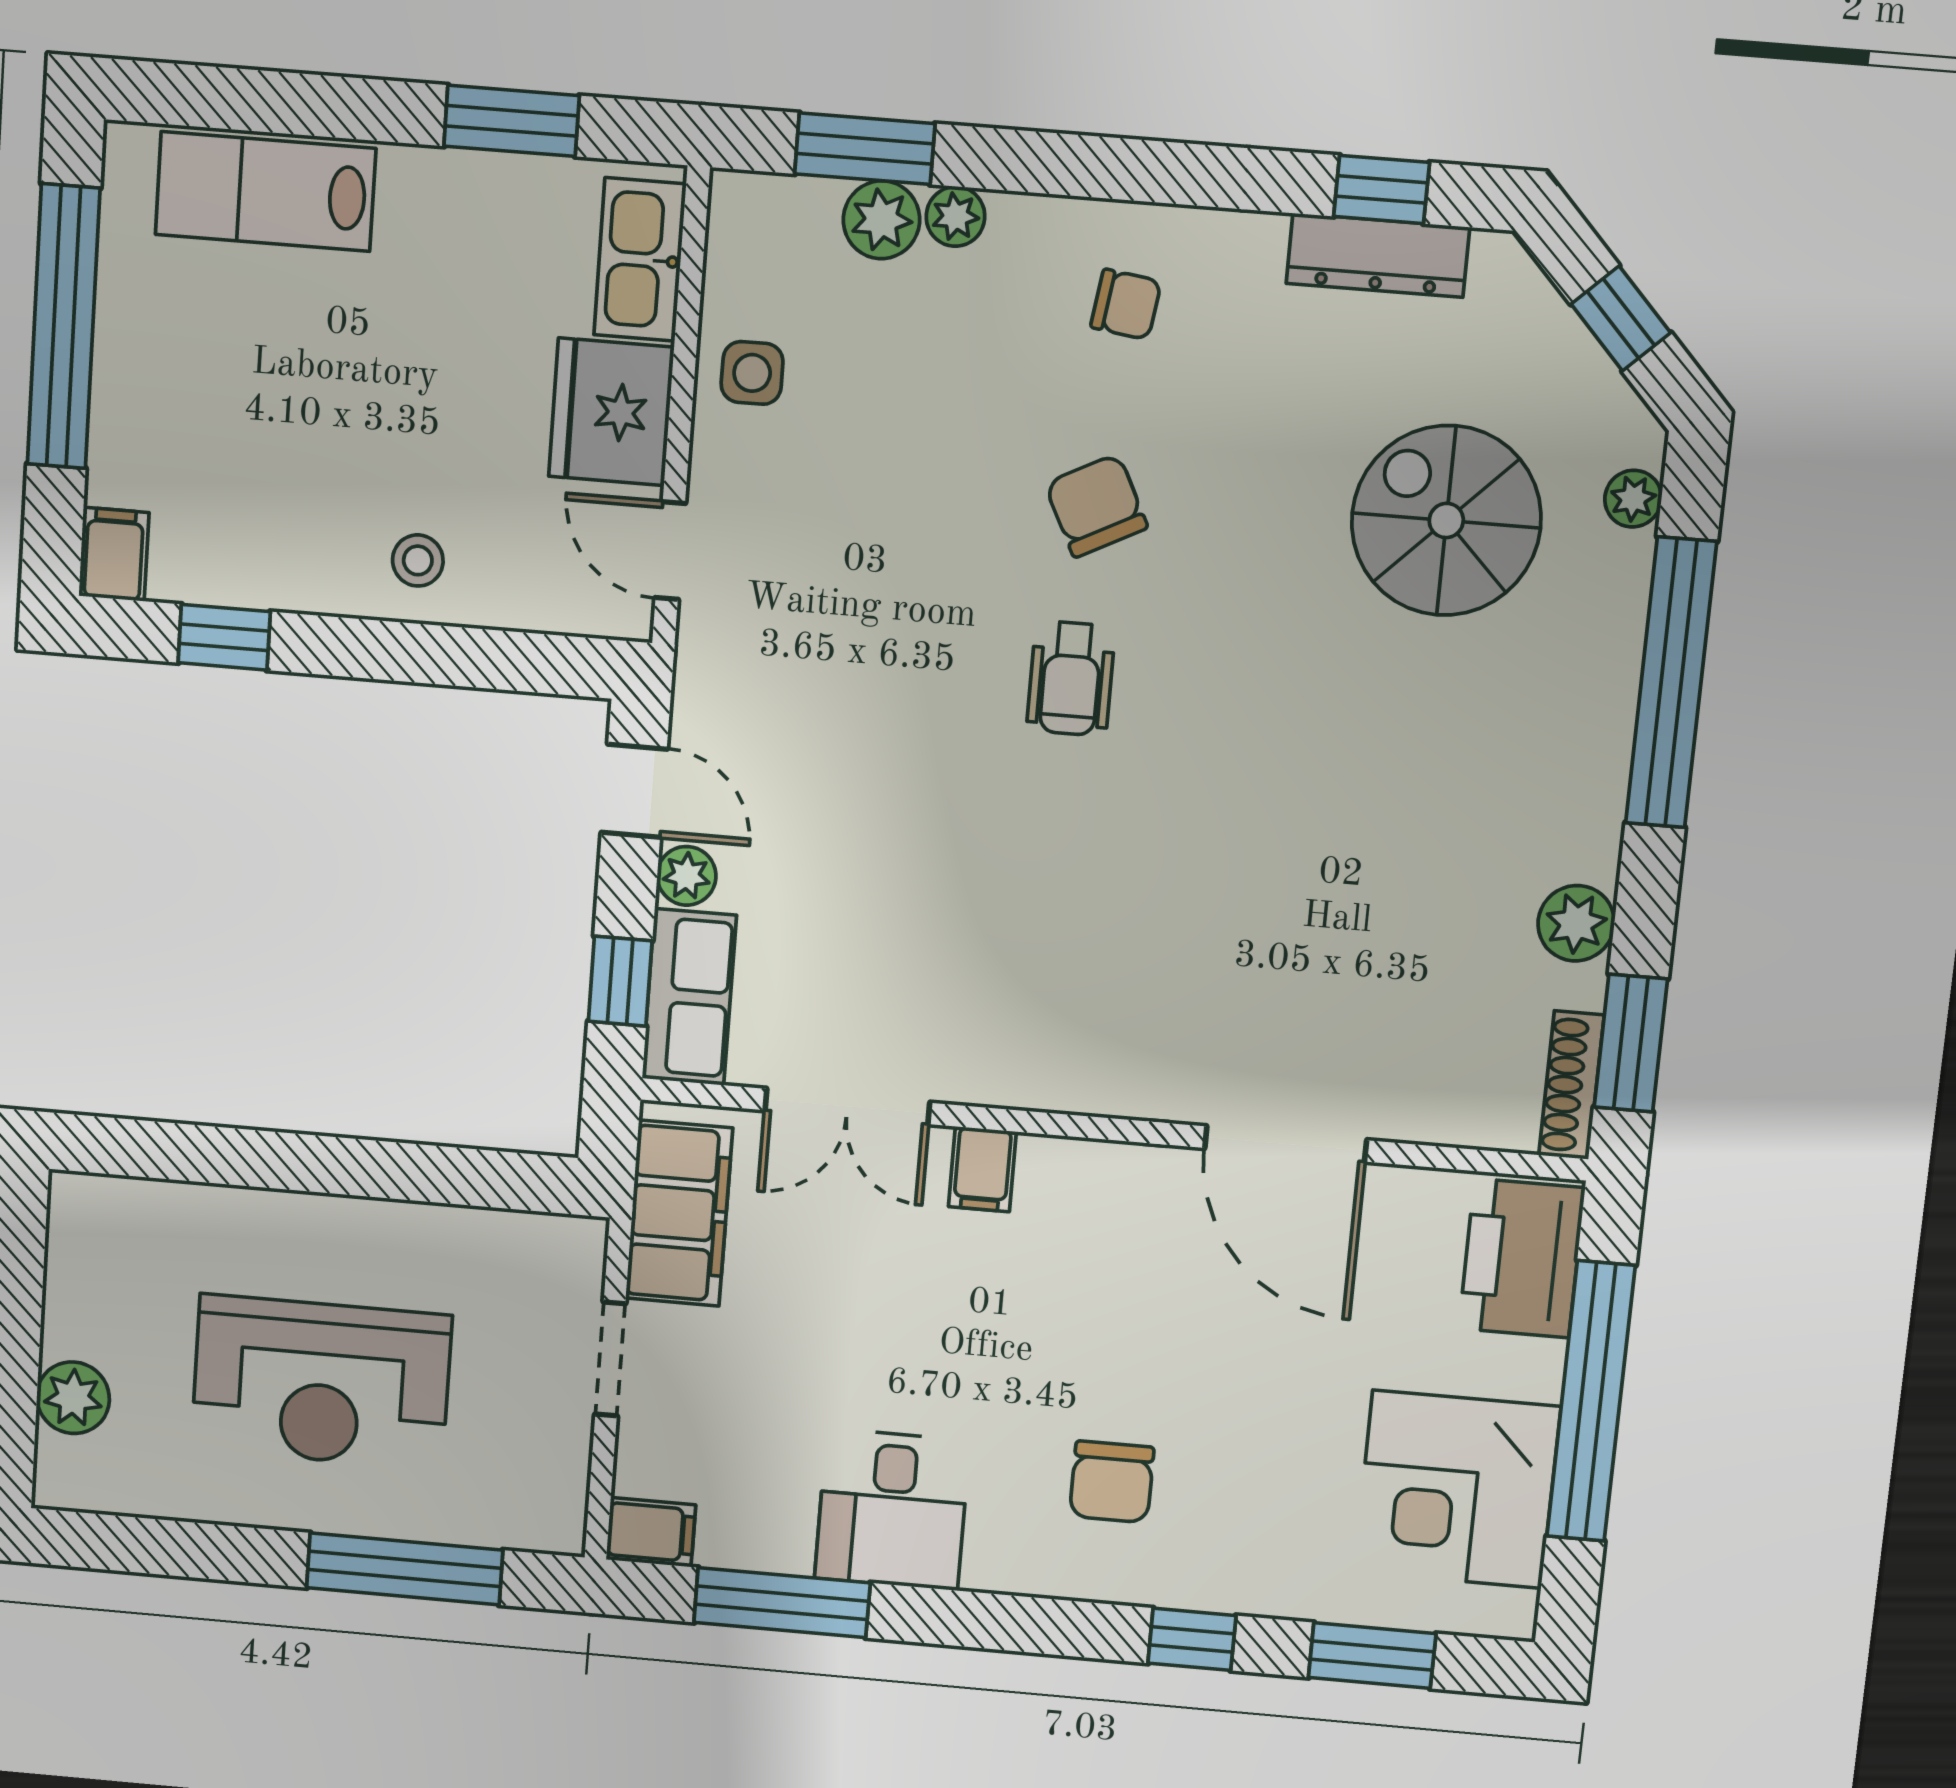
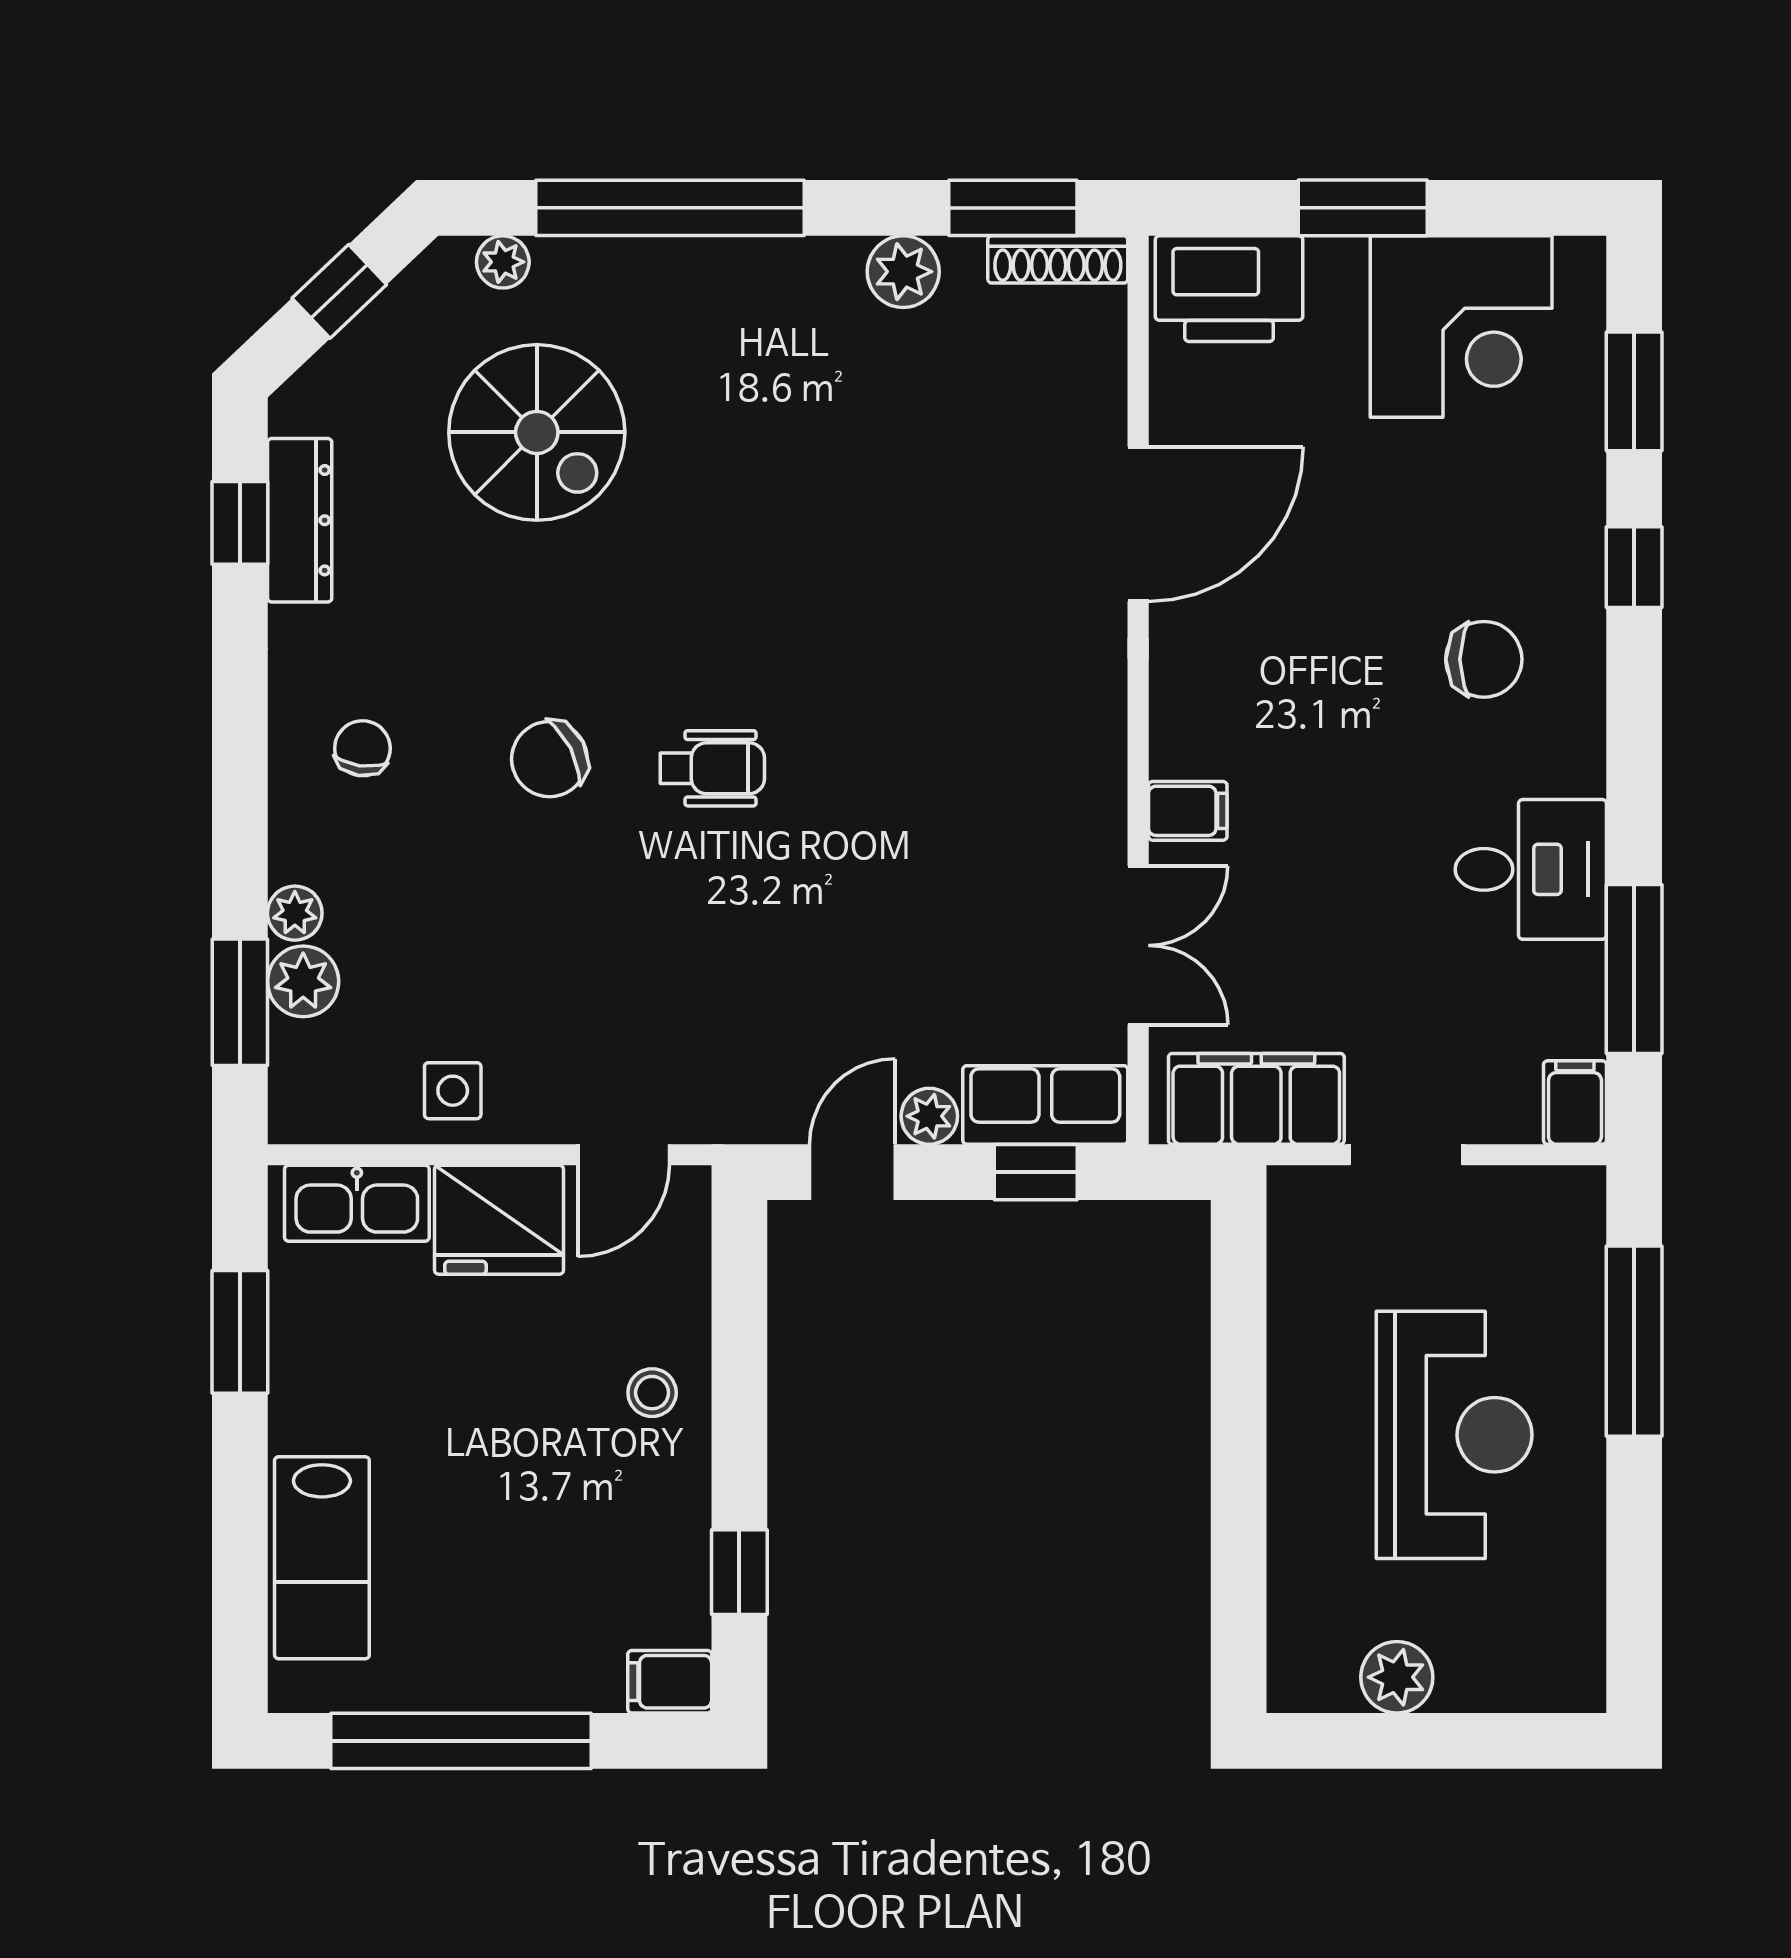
spiral stairs: (1446, 520) -> (537, 432), turned -90
plant: (73, 1398) -> (1397, 1677), moved
window: (1591, 1401) -> (1363, 208), width x0.47

